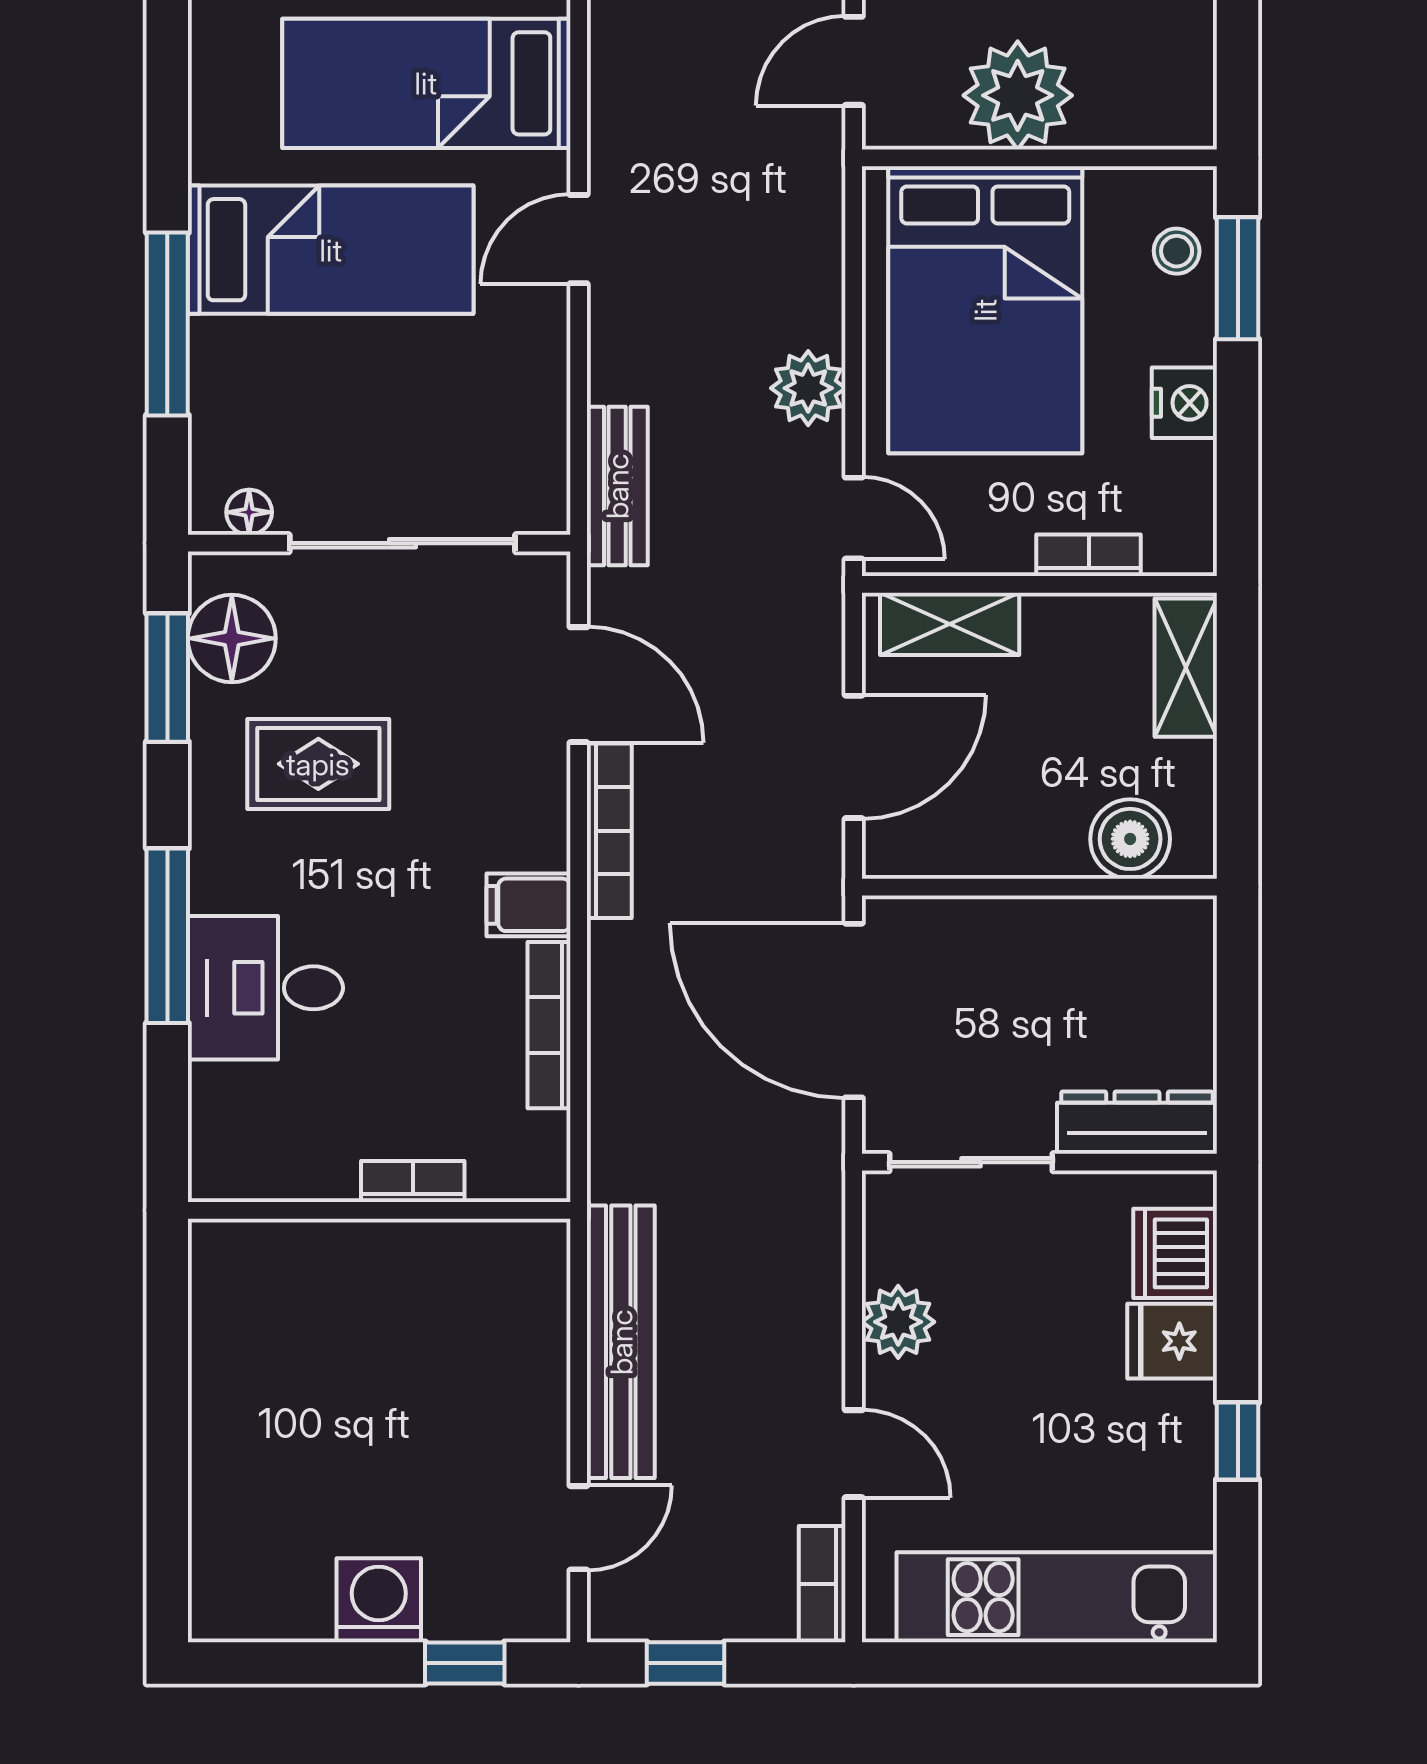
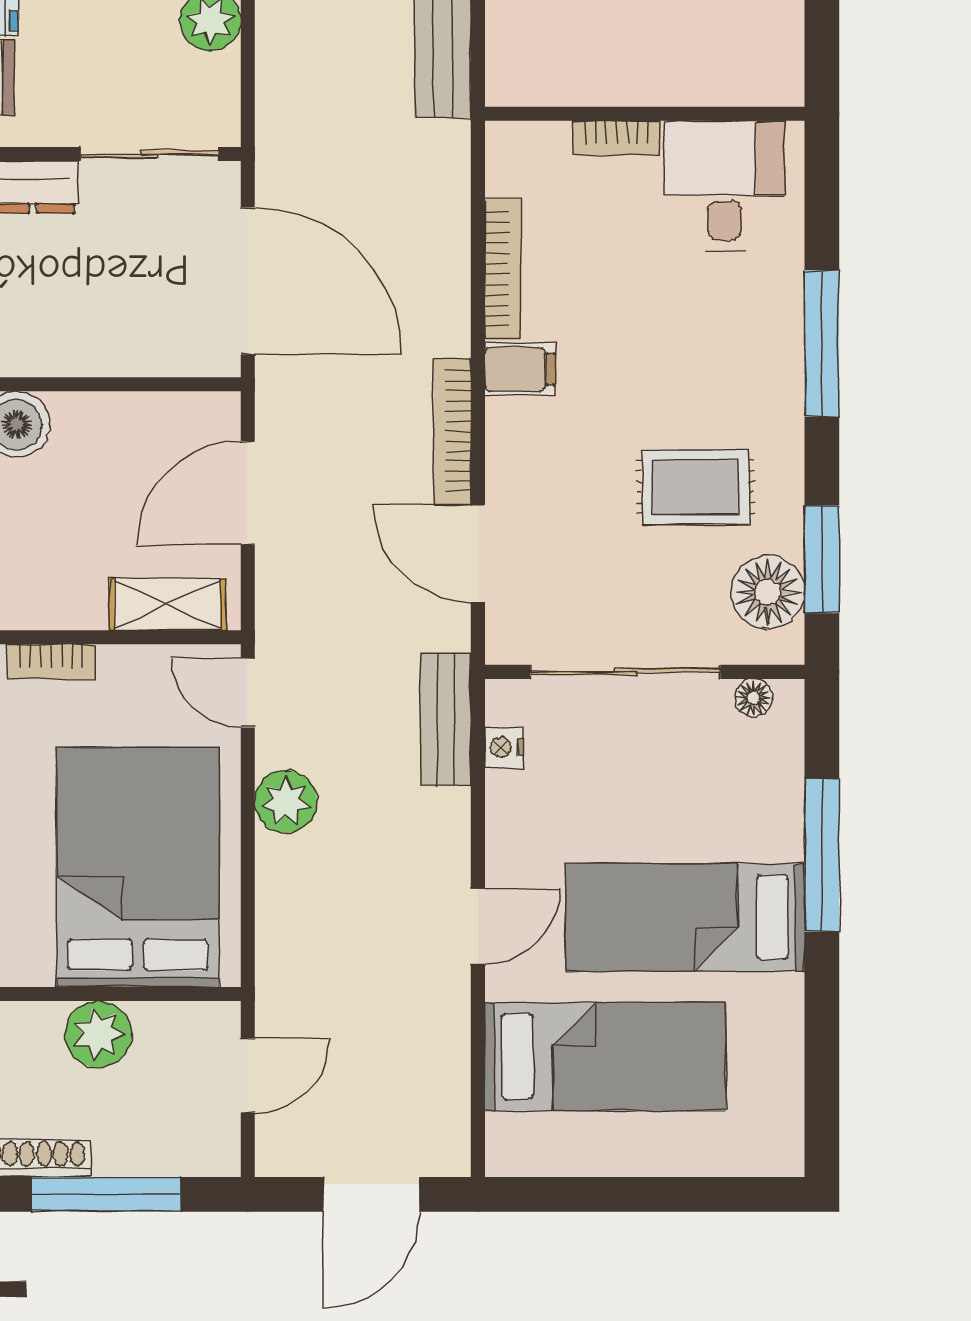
plant: (1018, 95) -> (98, 1034), width x0.73, depth x0.73
nightstand: (547, 453) -> (504, 747), added
desk: (265, 988) -> (724, 185), moved, turned -90

